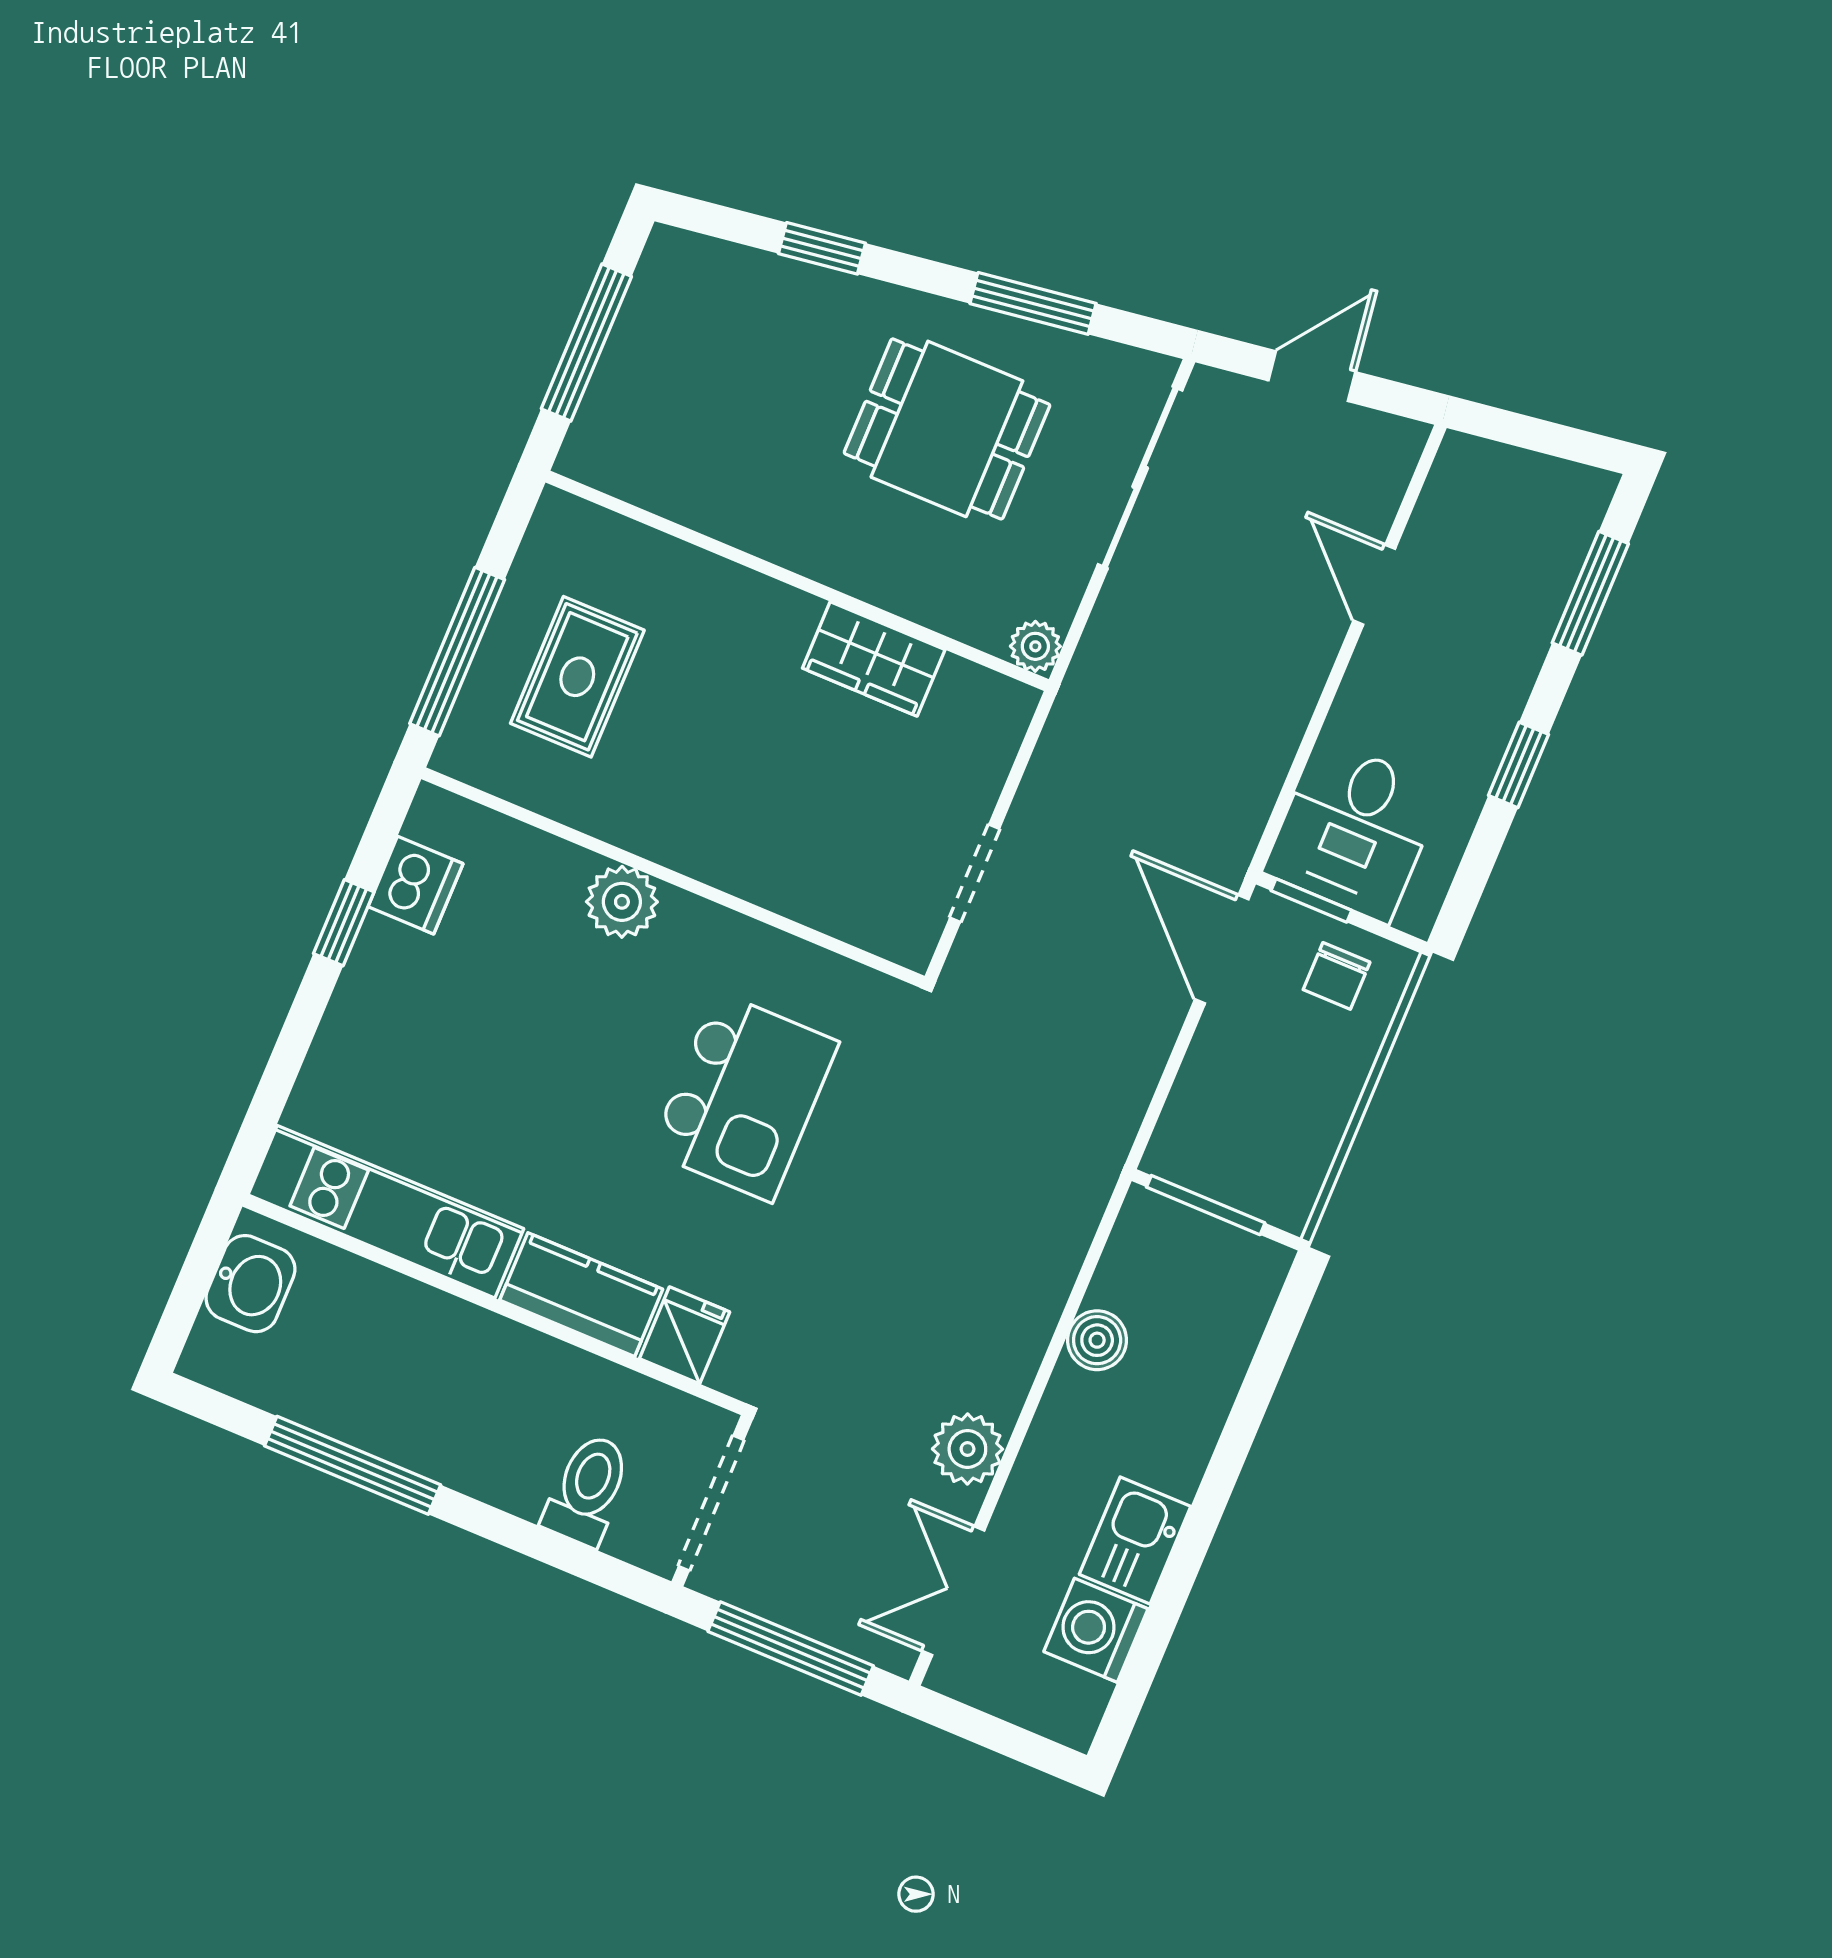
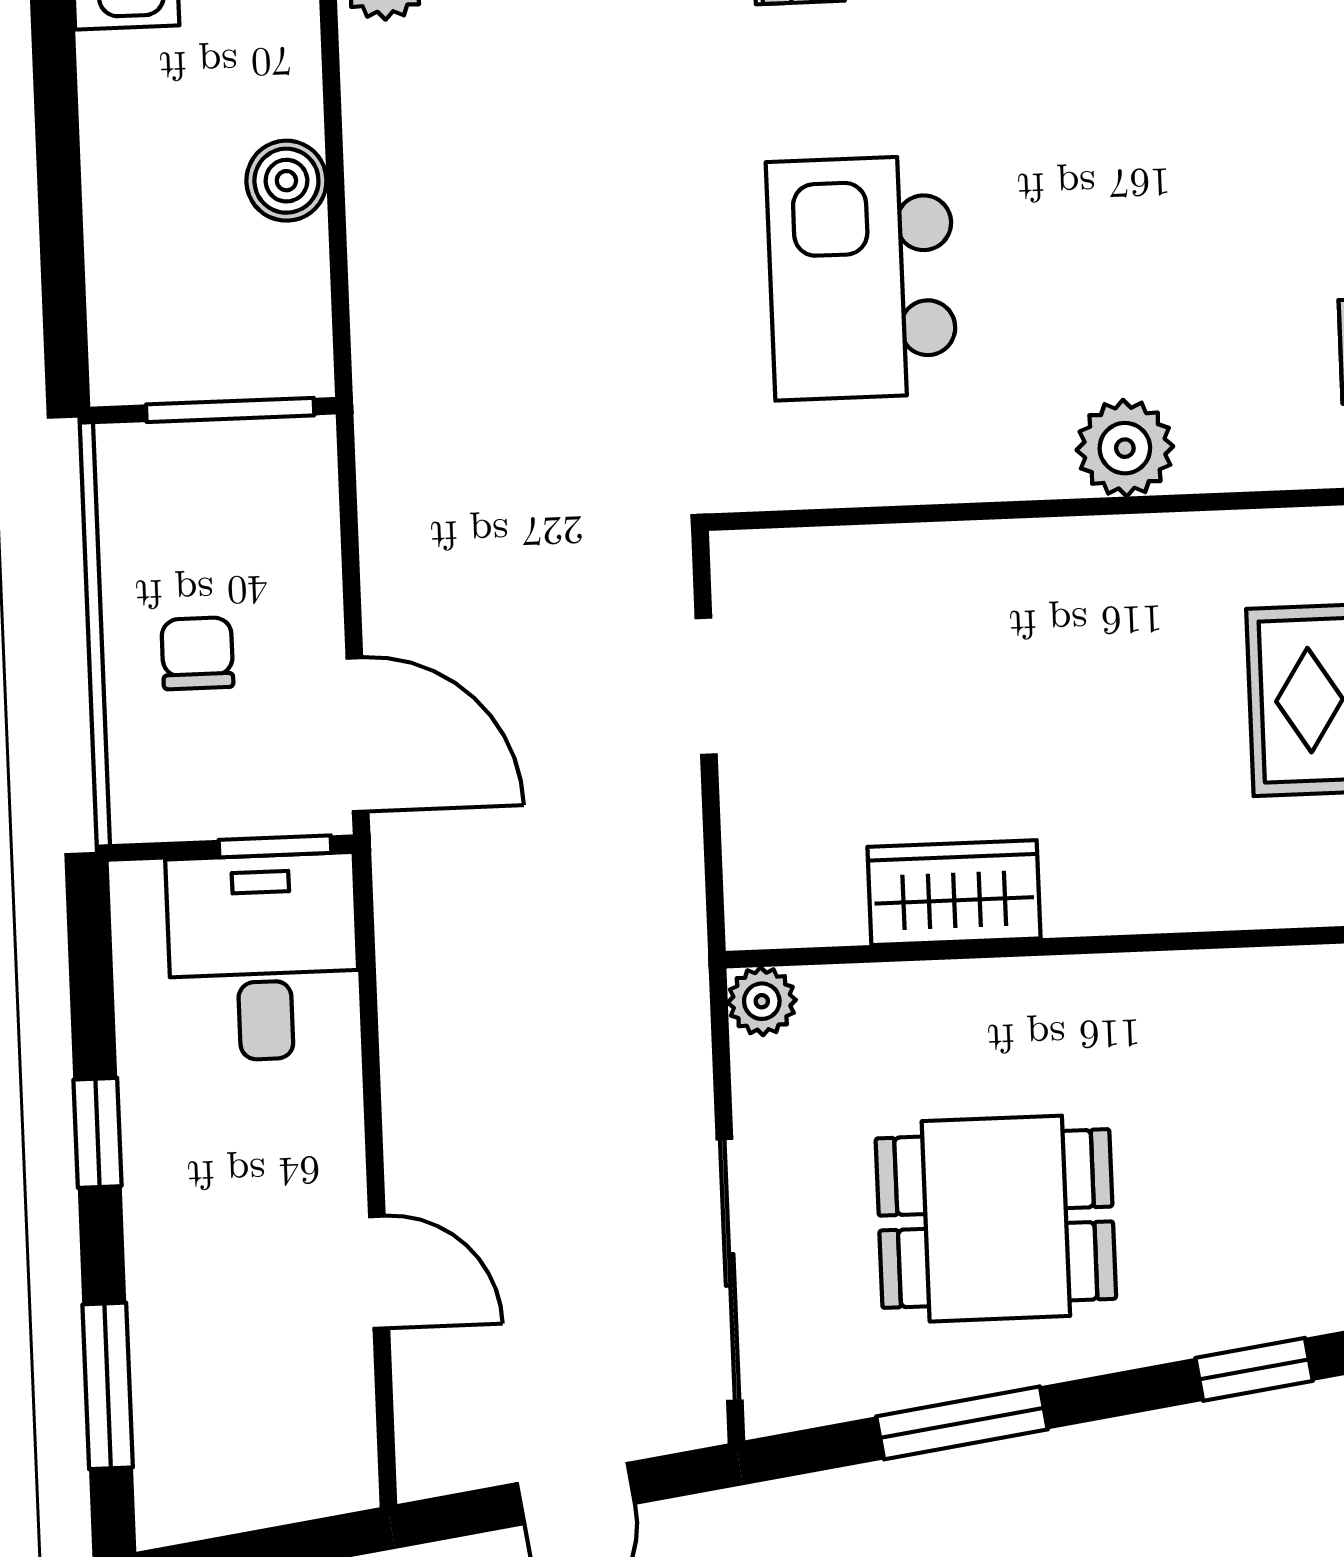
chair: (1337, 976) -> (197, 653), moved

